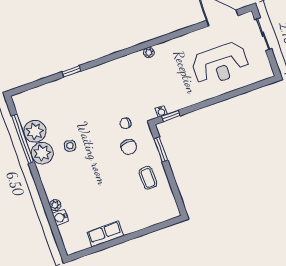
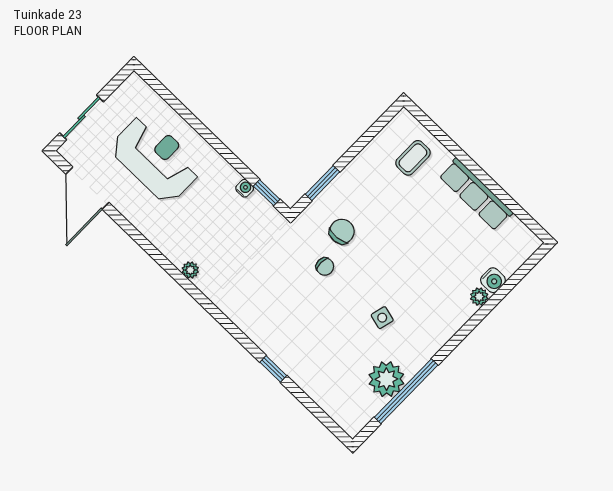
water cooler: (161, 111) -> (245, 188), moved
chair: (125, 123) -> (325, 267), moved
plant: (42, 153) -> (413, 353), removed
coffee table: (148, 178) -> (413, 158), moved
row of seats: (105, 234) -> (476, 194), width x1.48

